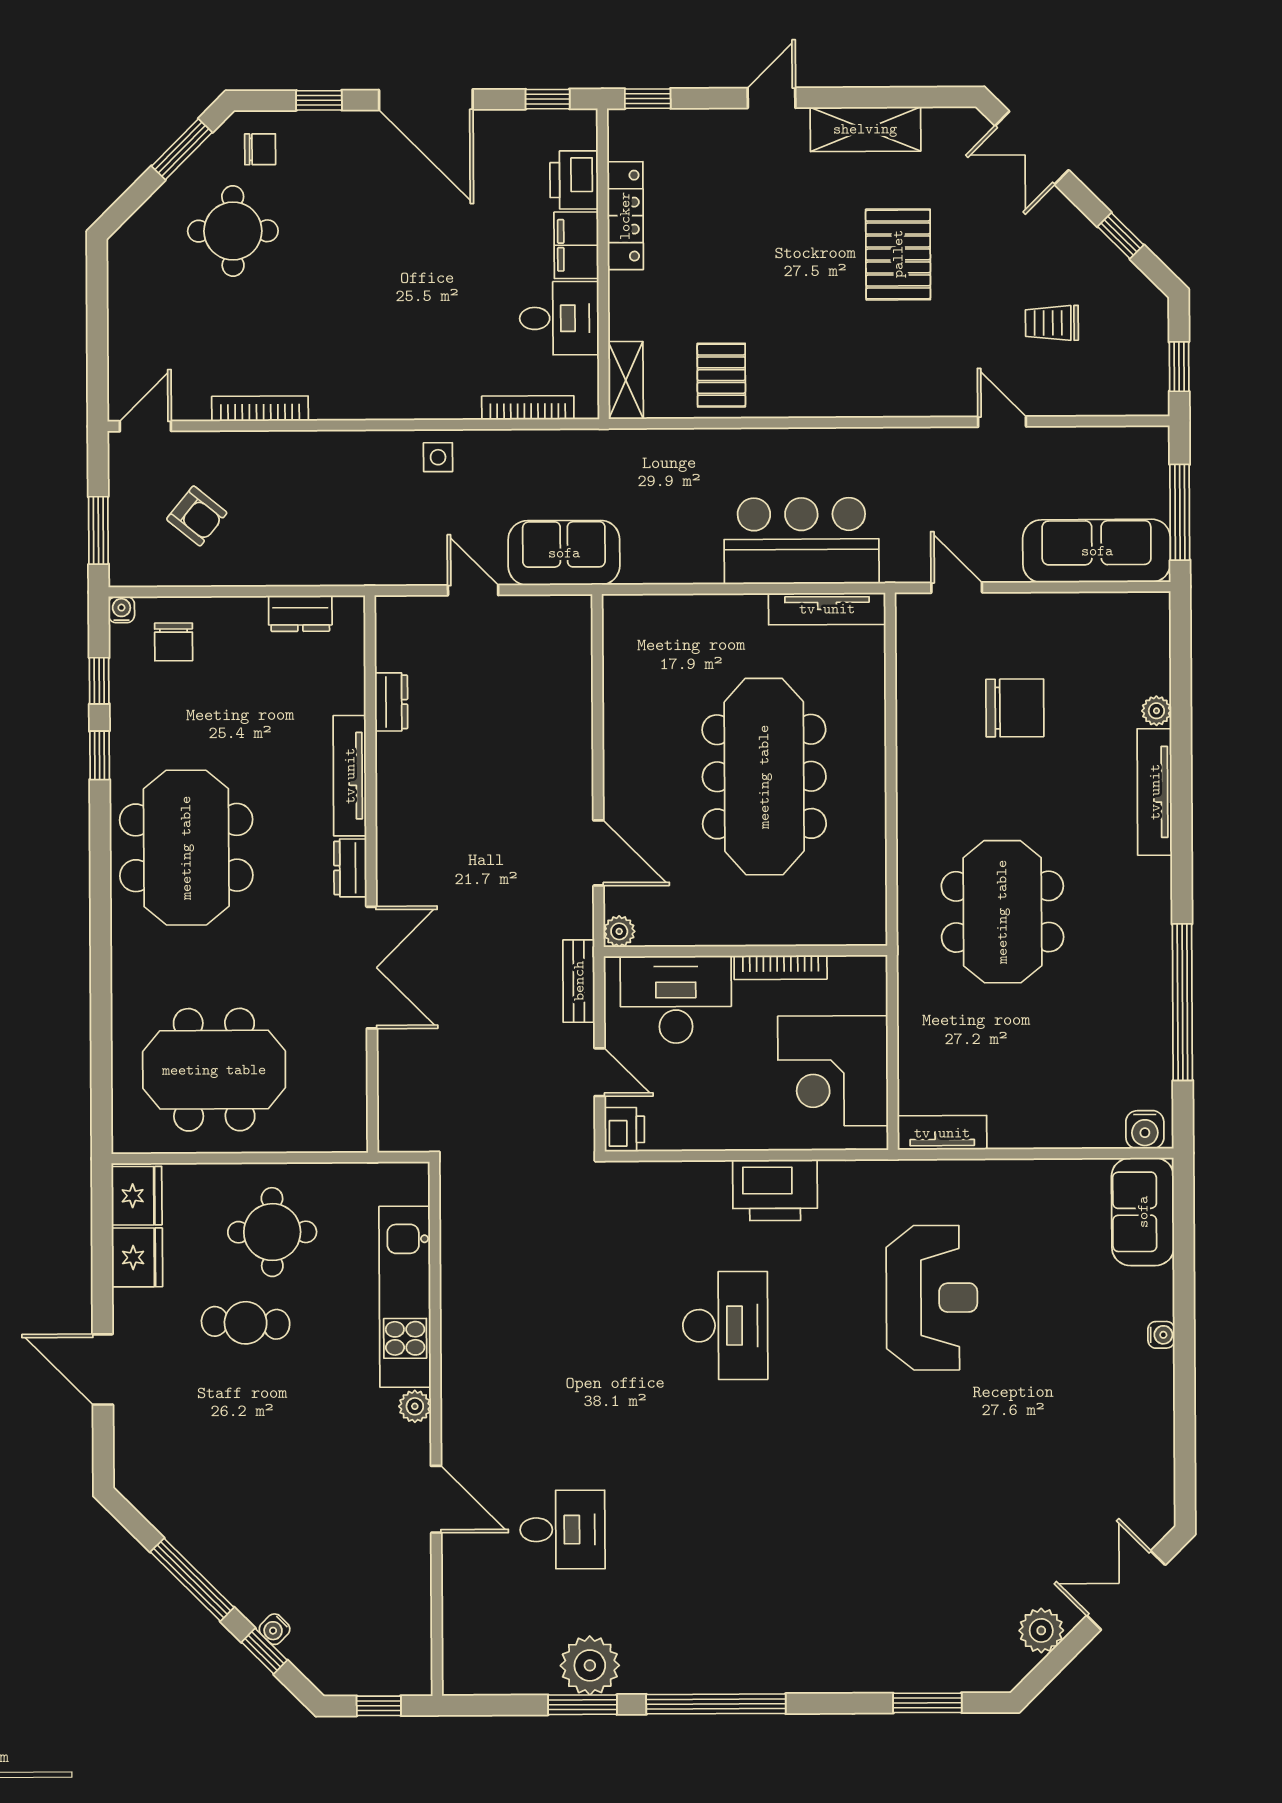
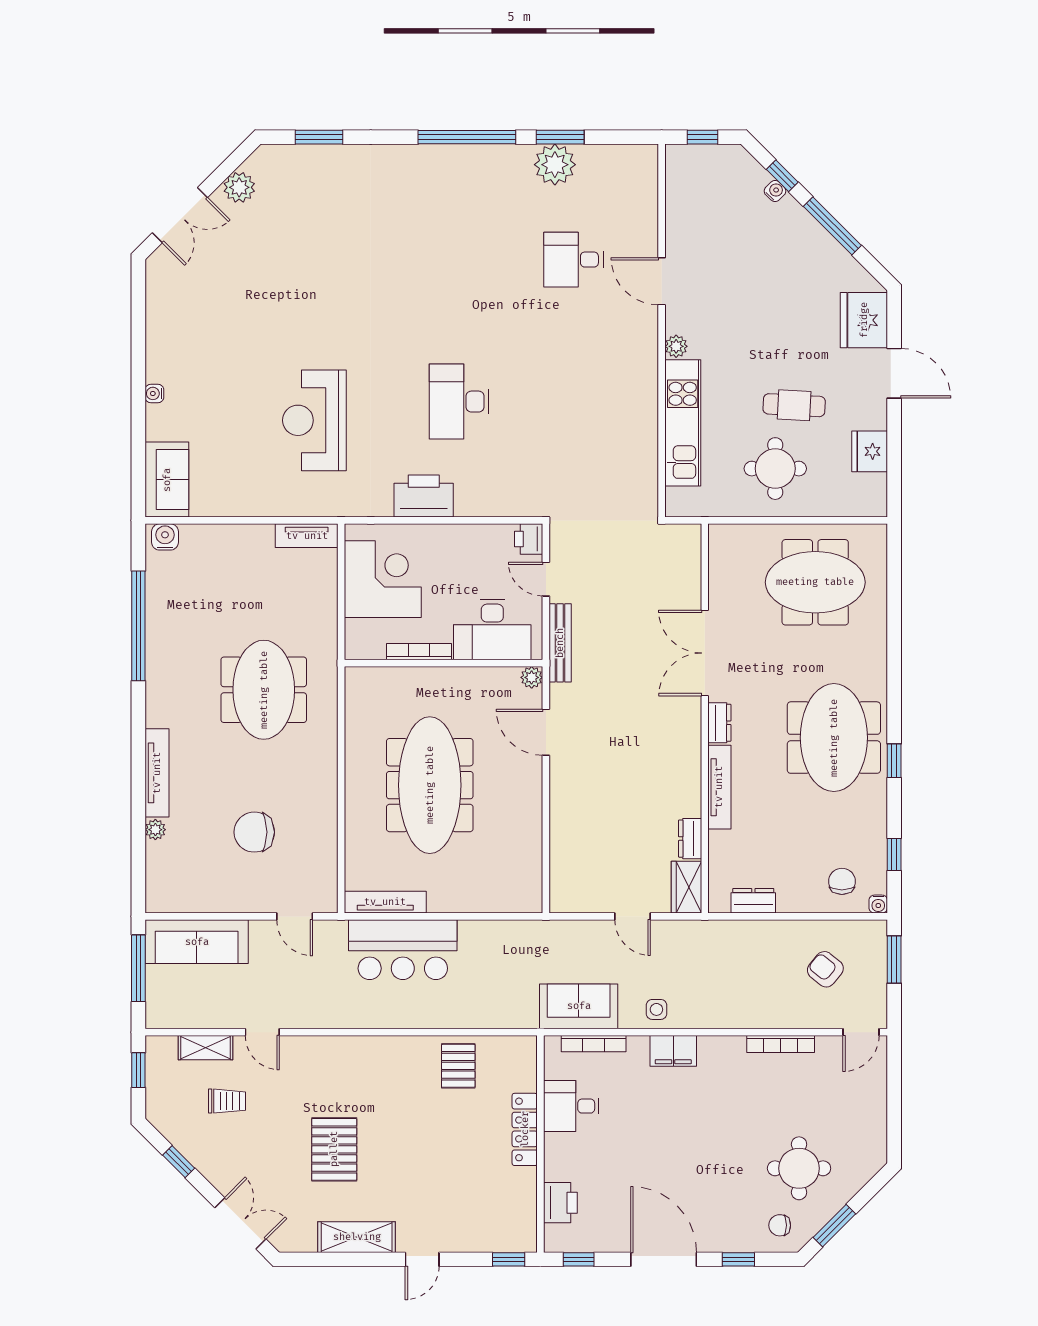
locker: (625, 216) -> (525, 1129), moved
filing cabinet: (576, 245) -> (673, 1051), moved, turned 90
shelving: (626, 380) -> (205, 1048), moved, turned 90
sofa: (564, 553) -> (579, 1006), moved, turned 180
wardrobe: (396, 632) -> (686, 887), added
window: (100, 755) -> (894, 761), moved
bench: (579, 981) -> (560, 643), width x1.36
fridge: (137, 1196) -> (864, 320), moved, width x1.36, depth x1.34

